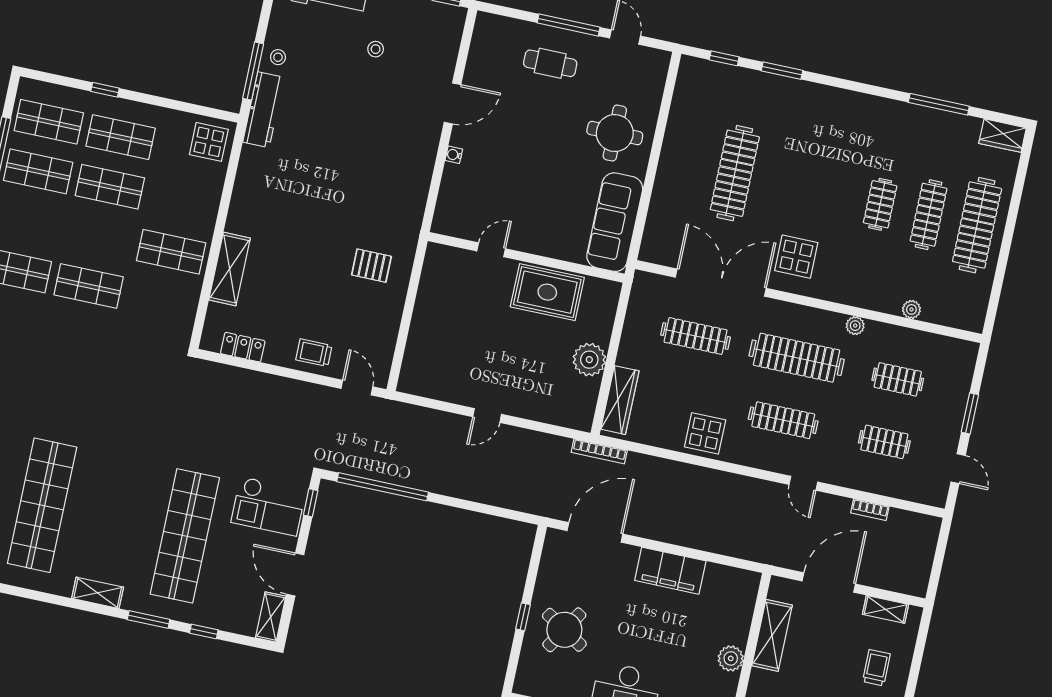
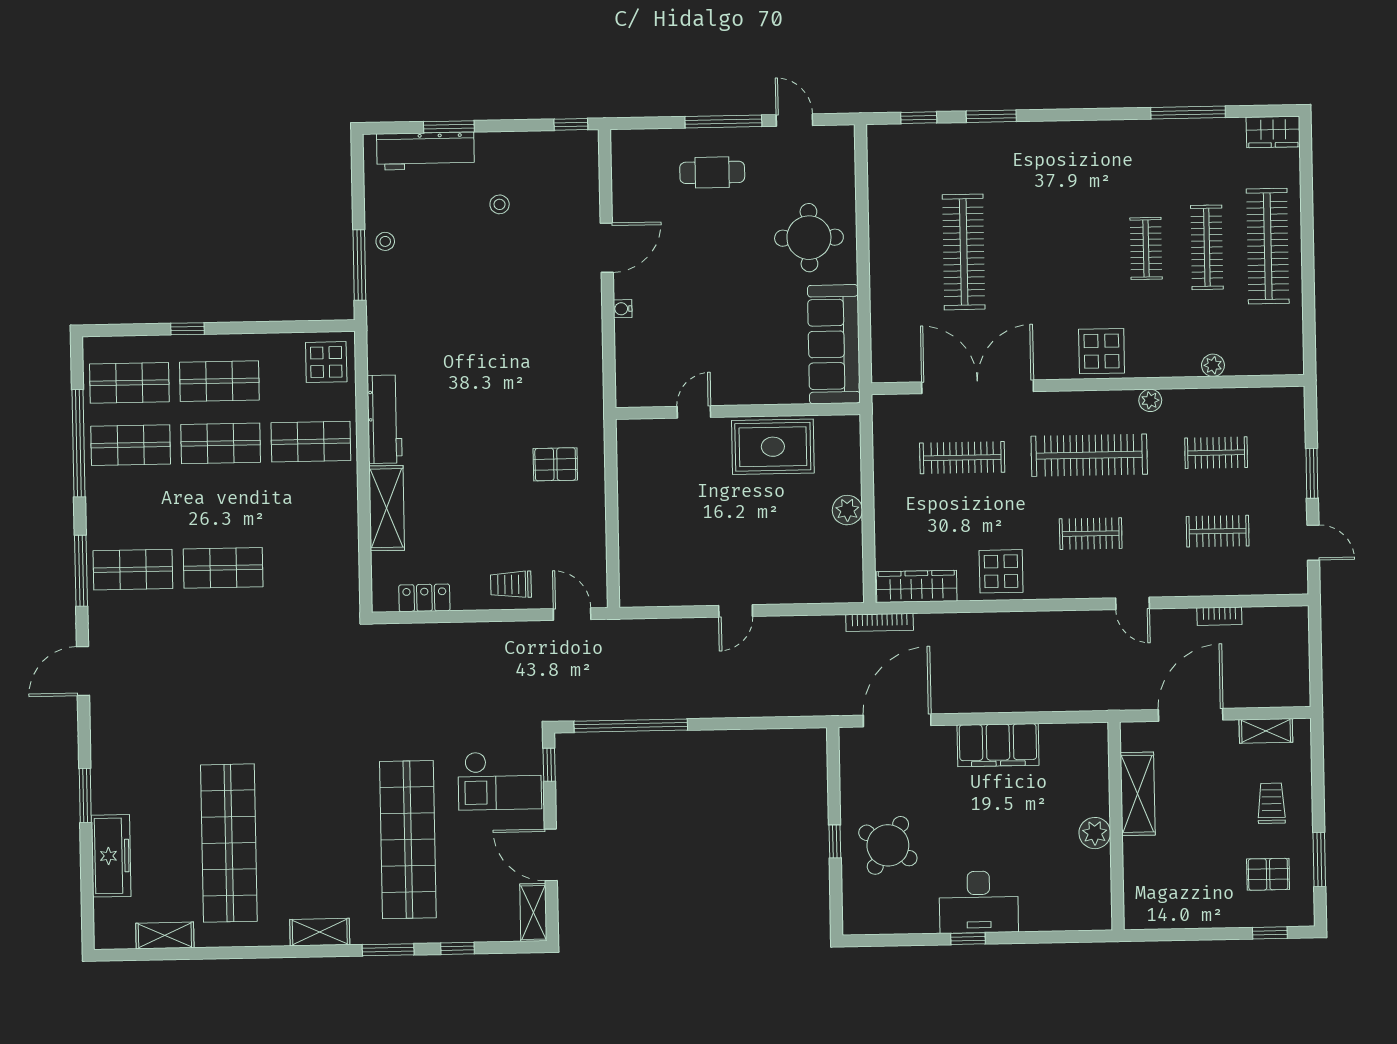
workbench: (263, 110) -> (385, 419), moved
shop shelf: (171, 252) -> (311, 442), moved
display table: (796, 257) -> (1102, 351), moved
plant: (589, 360) -> (847, 510), width x0.73, depth x0.73
wardrobe: (620, 400) -> (917, 586), moved, turned -90
clothes rail: (783, 420) -> (1091, 534), width x0.73

